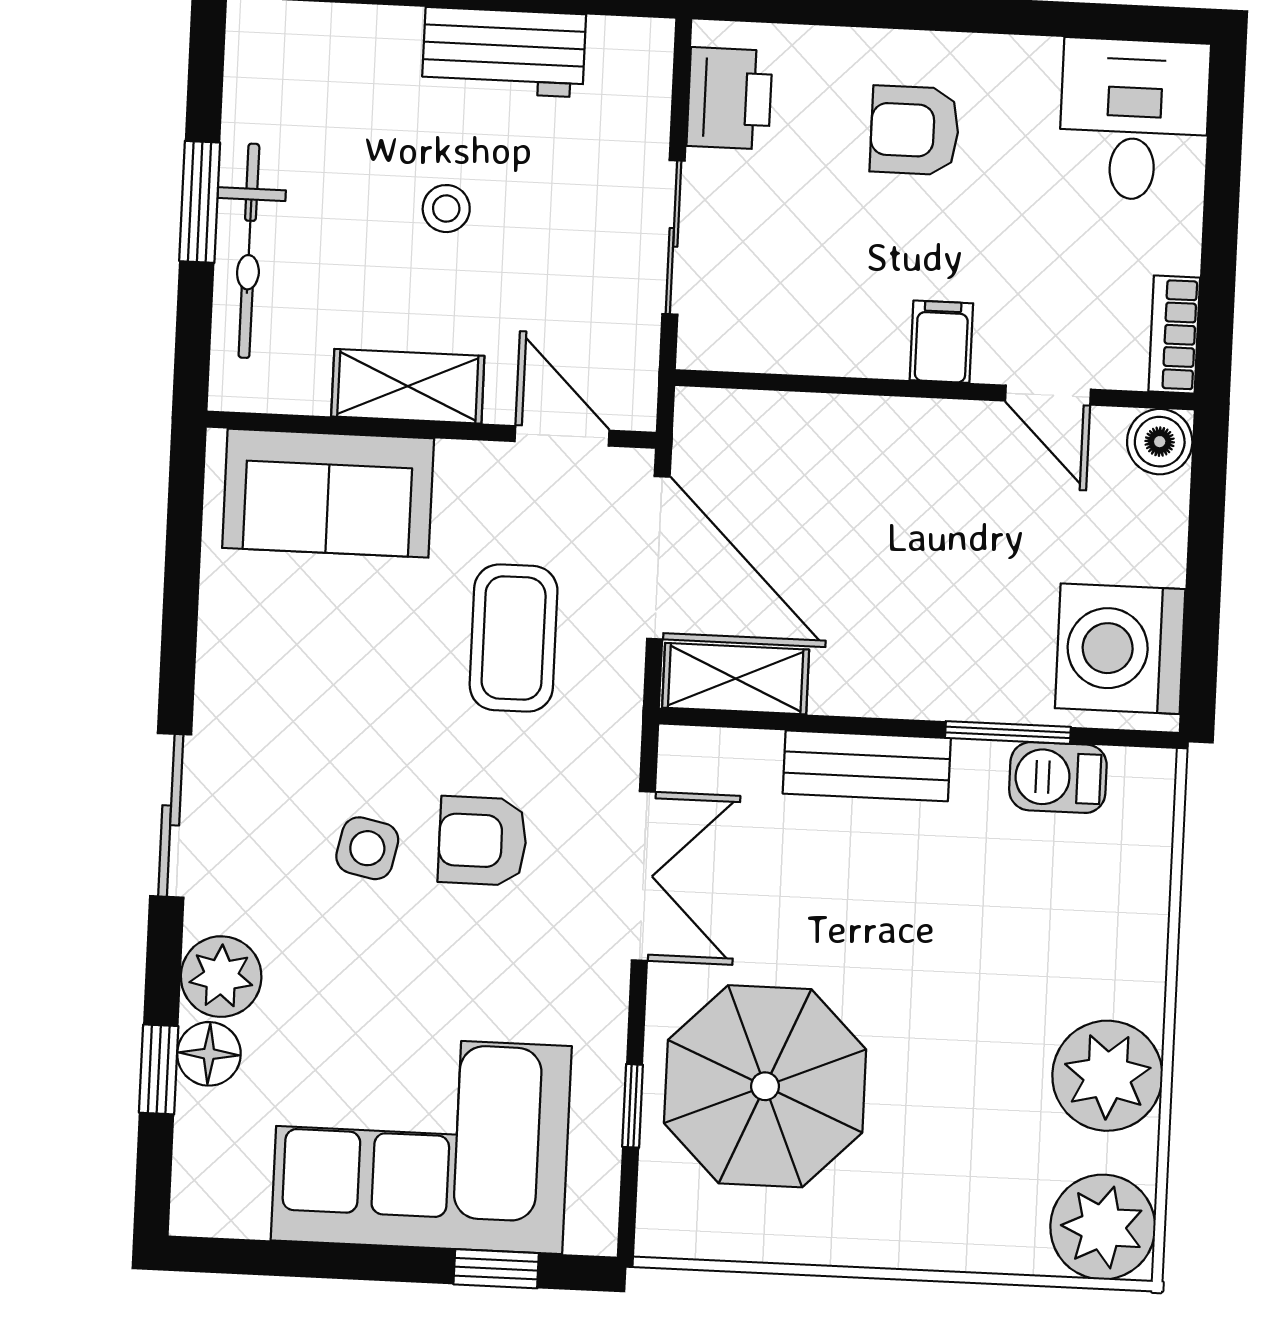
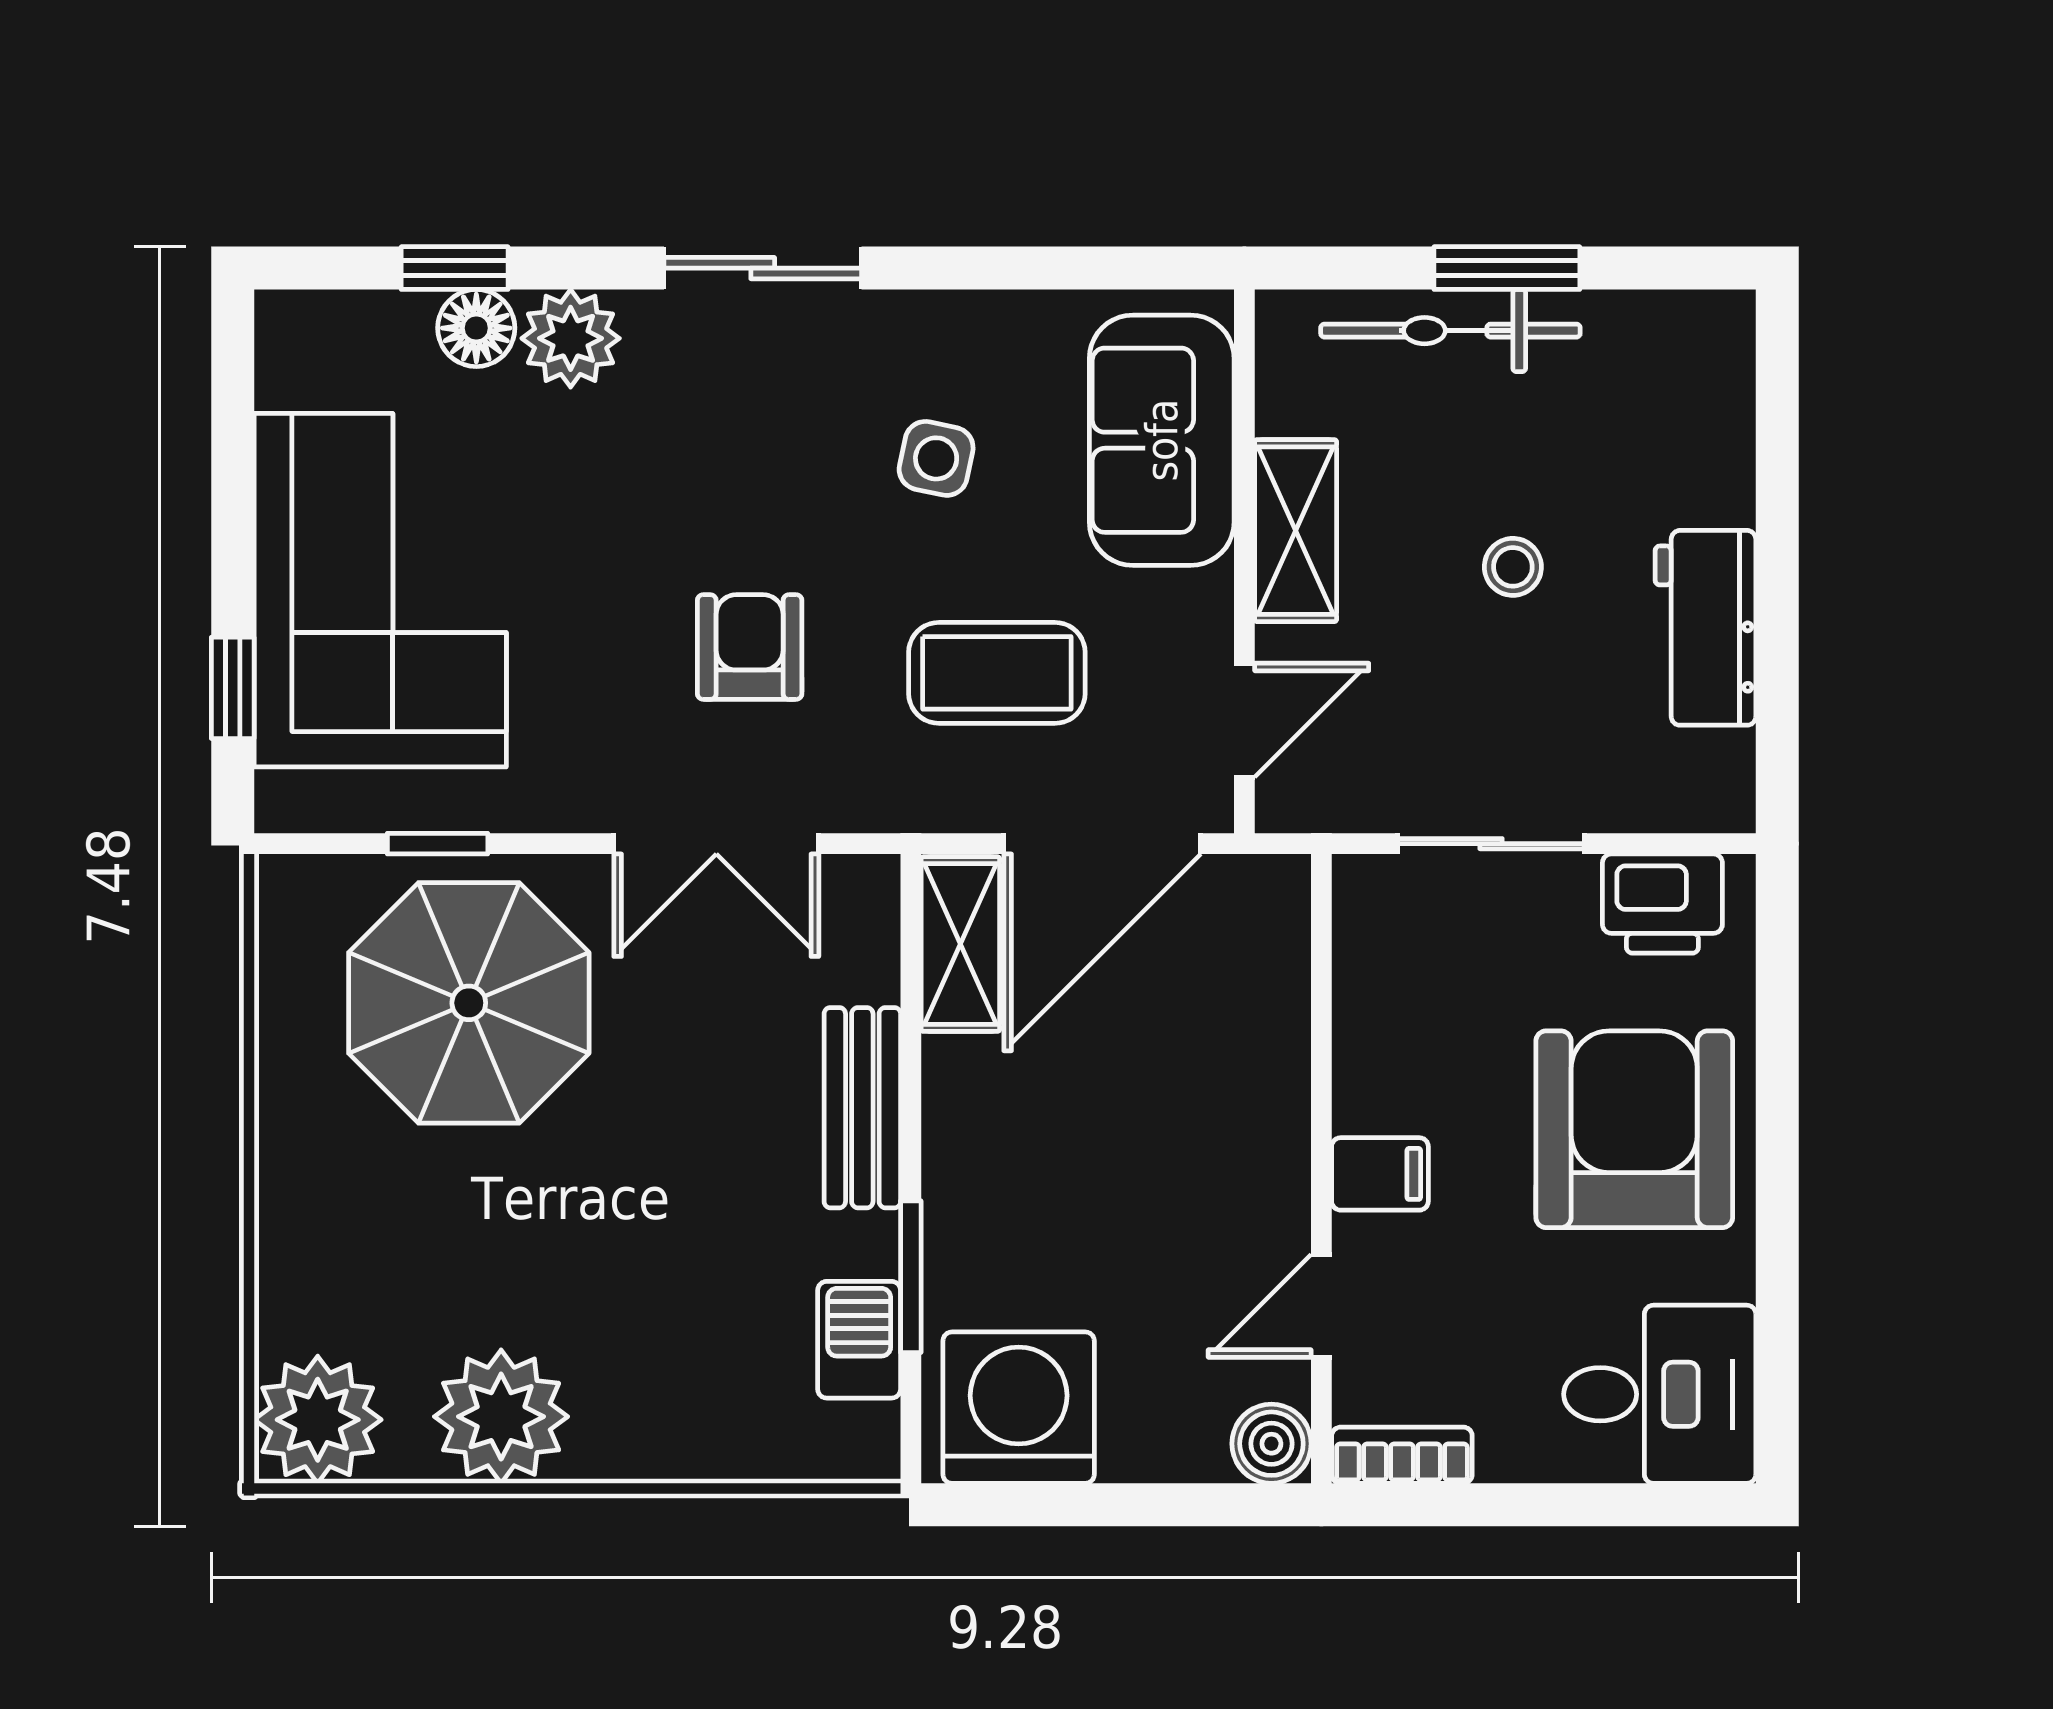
armchair: (915, 130) -> (1634, 1129), width x1.88, depth x1.88
side table: (367, 848) -> (936, 458), moved

